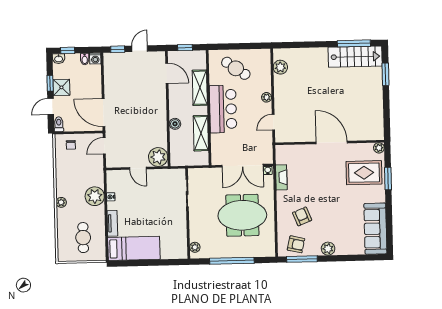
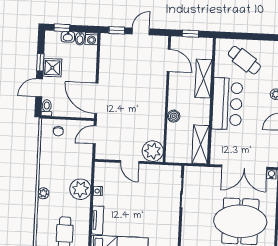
washbasin: (59, 59) -> (68, 37), moved
shelving: (201, 133) -> (200, 144), moved

